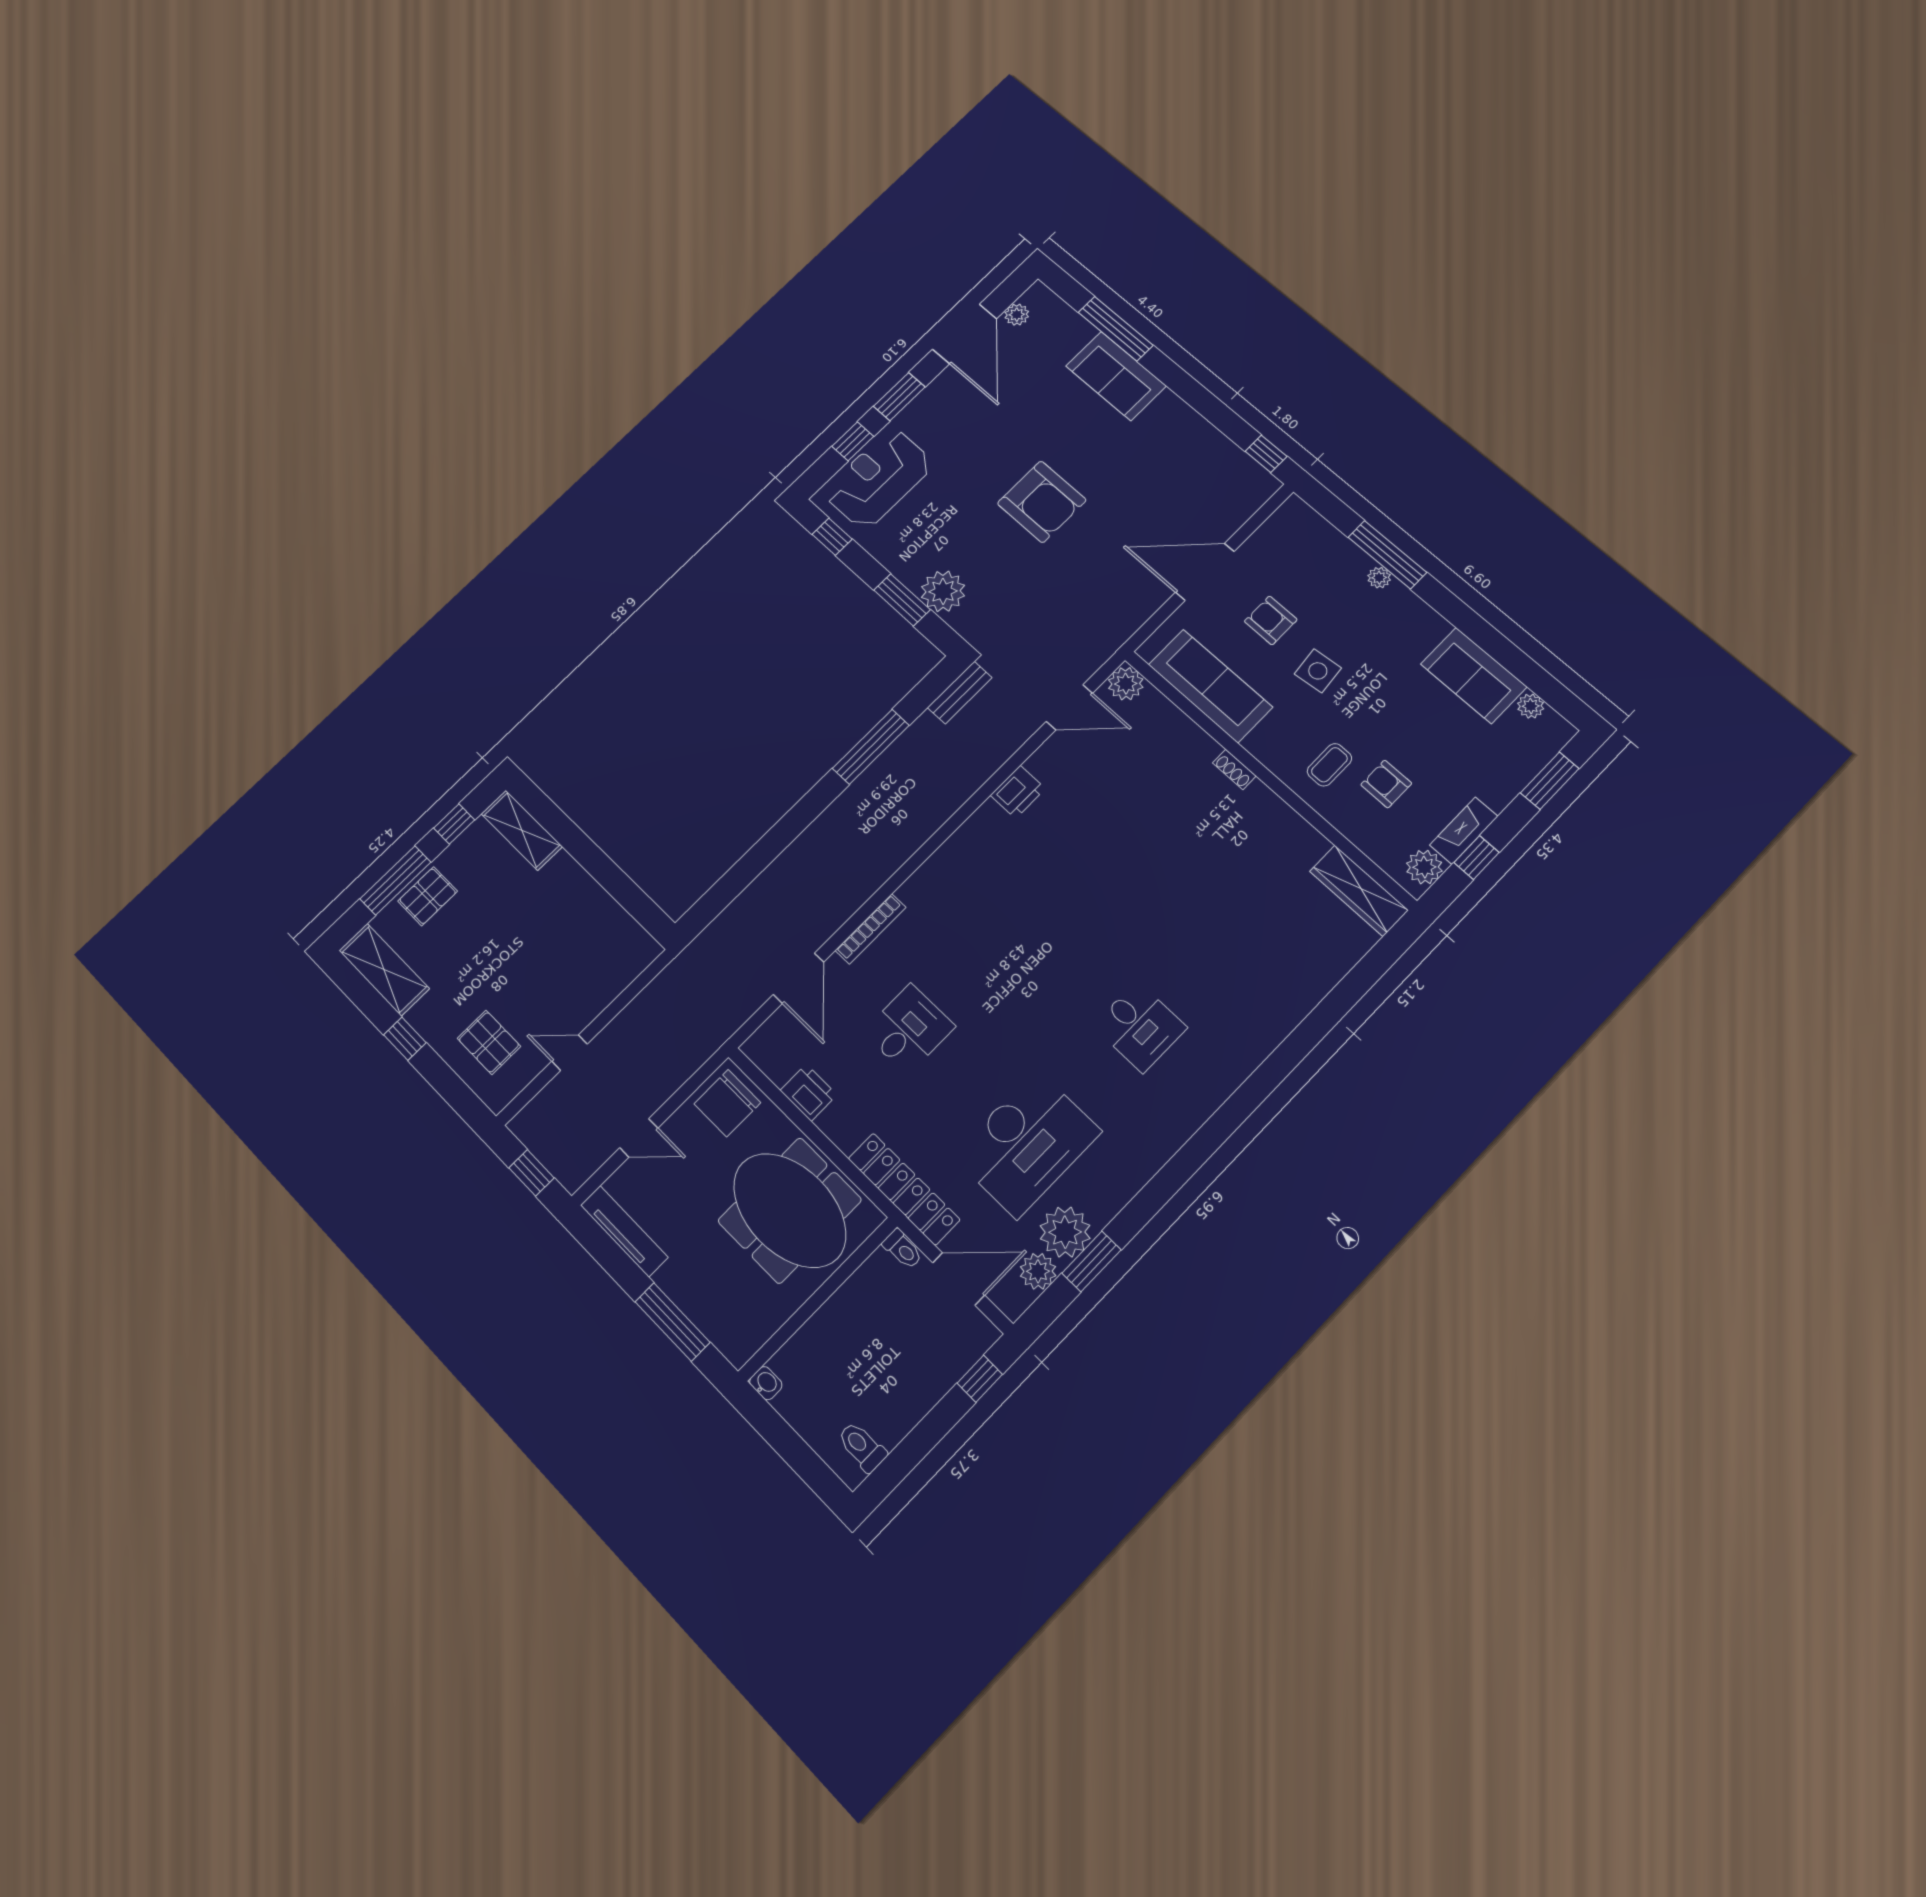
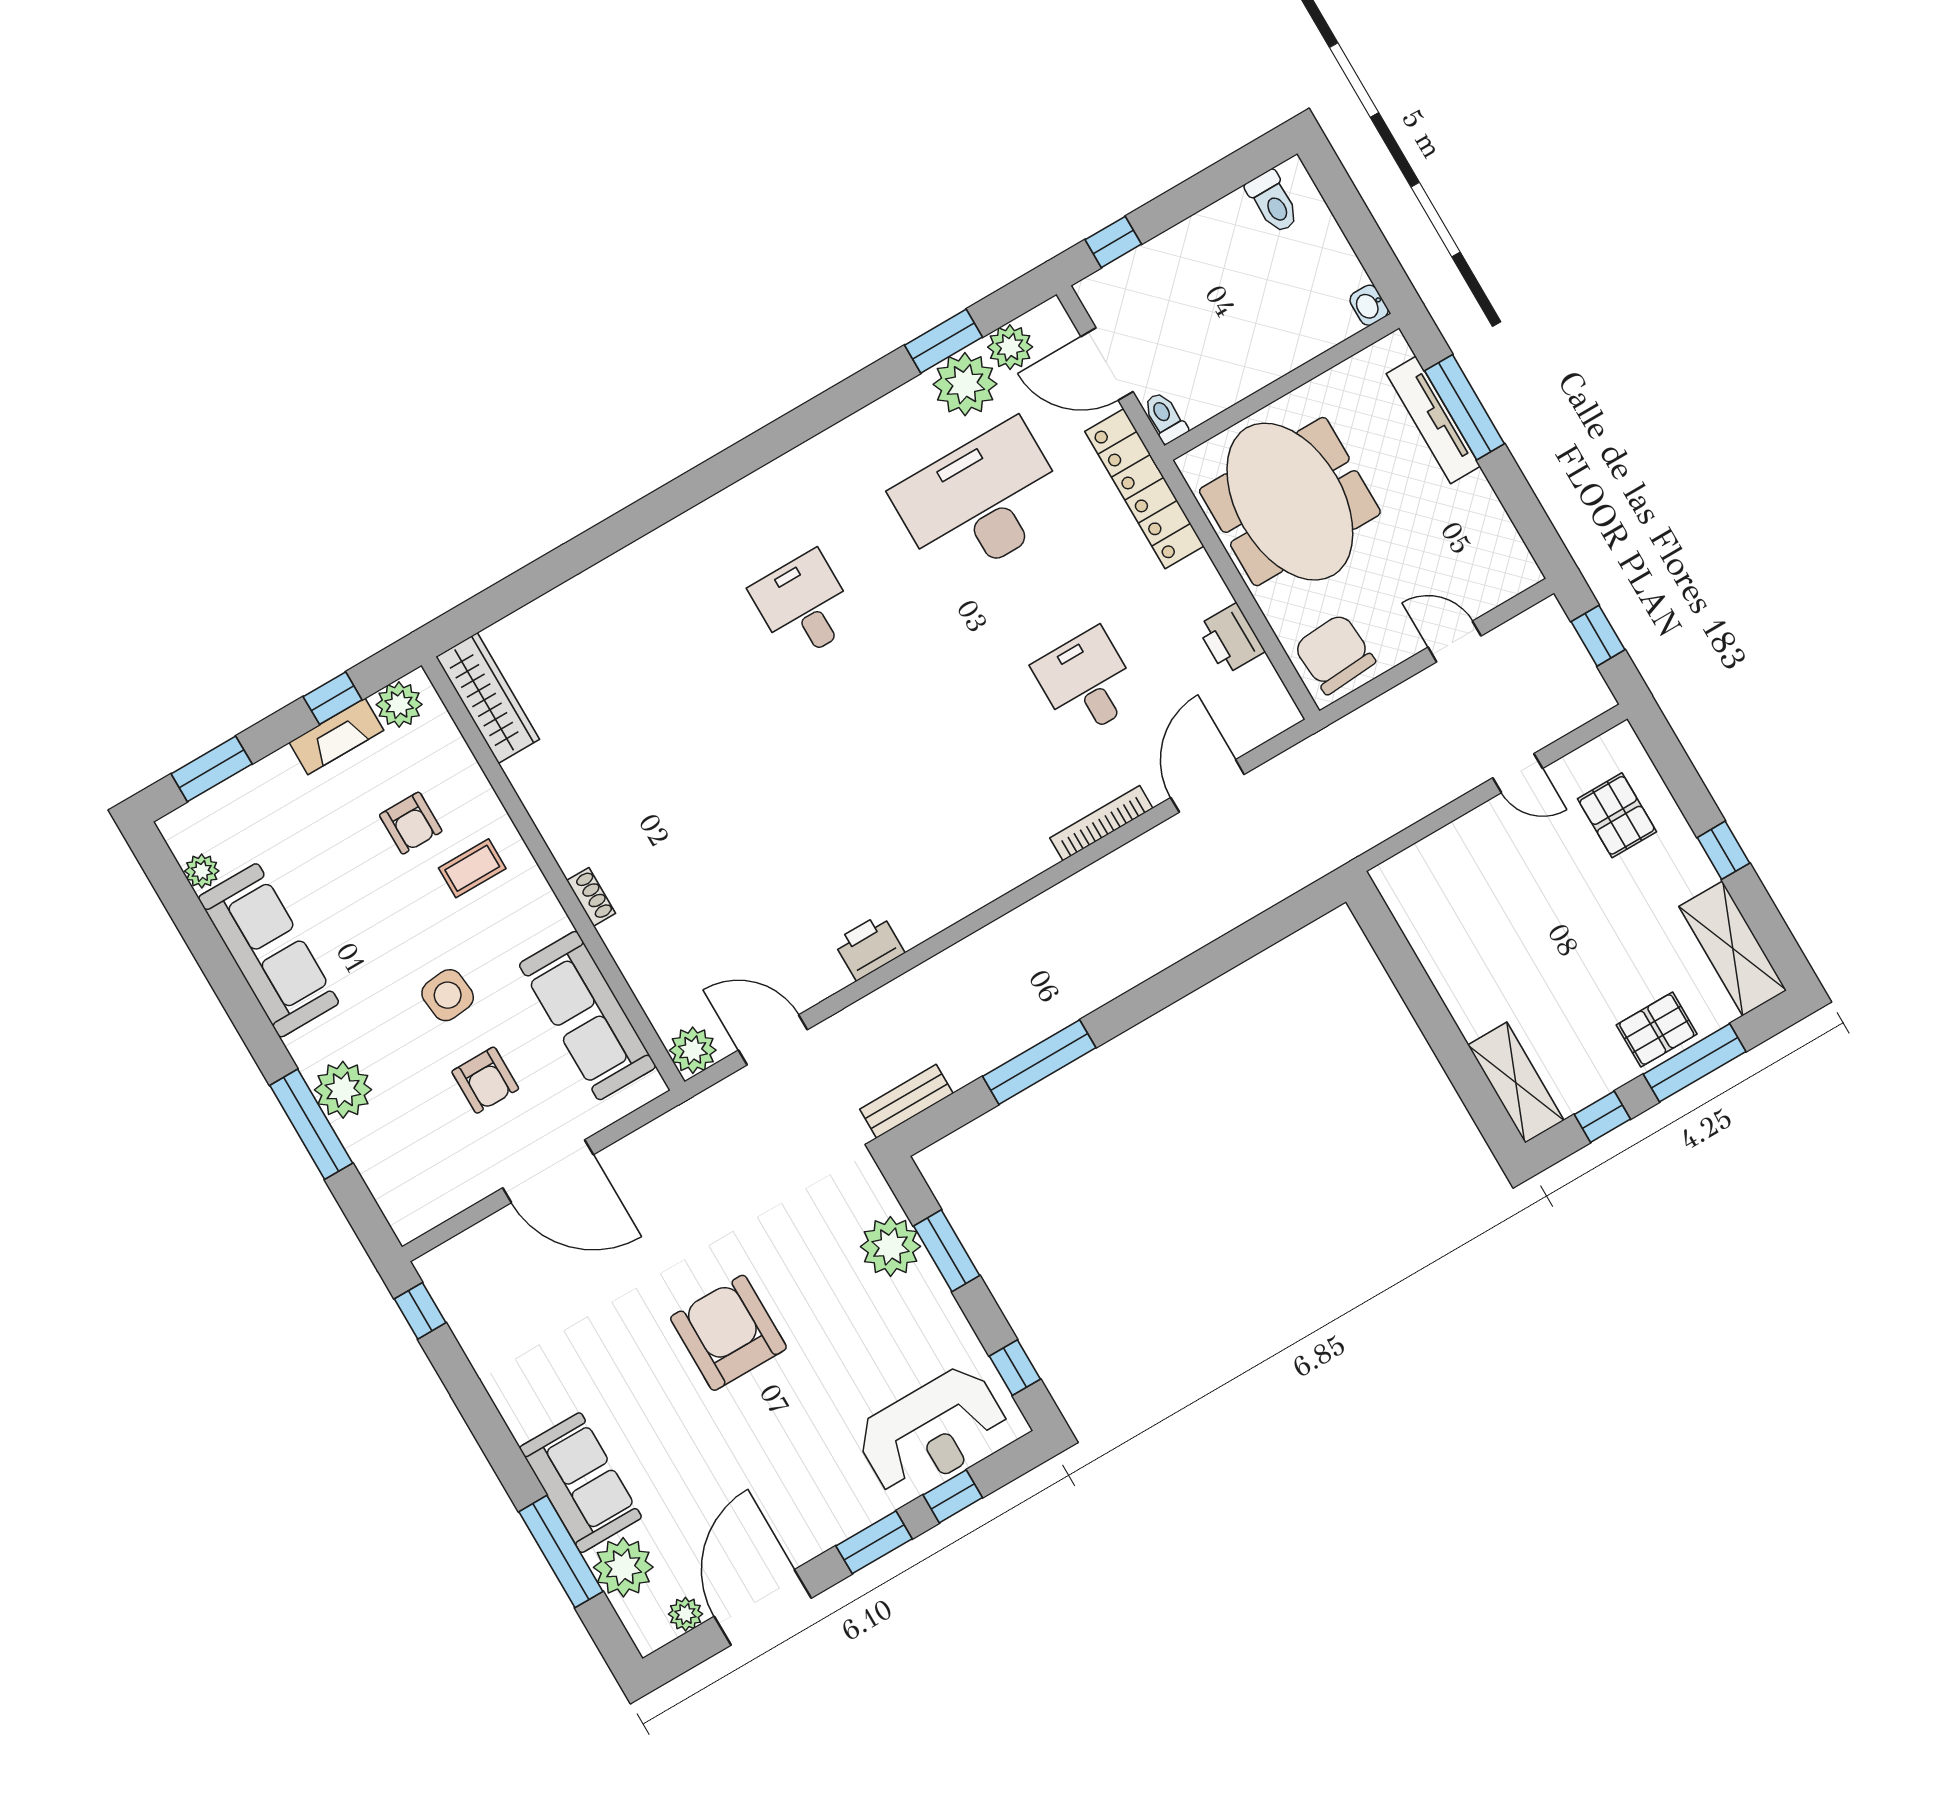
plant: (1069, 331) -> (623, 1567), added
plant: (1379, 578) -> (343, 1090), width x1.87, depth x1.87
sofa: (1474, 675) -> (269, 950), width x1.36
desk: (909, 1029) -> (1087, 683), turned 90
chair: (727, 1103) -> (1335, 654), turned -94
tv unit: (624, 1231) -> (1433, 420), moved

